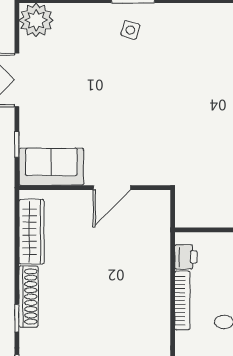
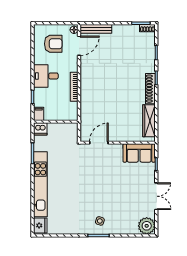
door: (112, 188) -> (99, 143), moved
printer: (186, 257) -> (72, 108), removed

